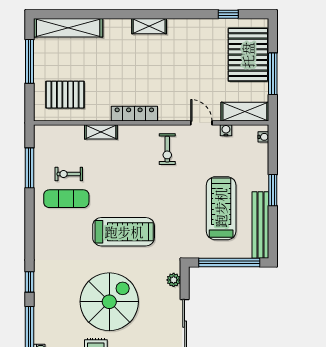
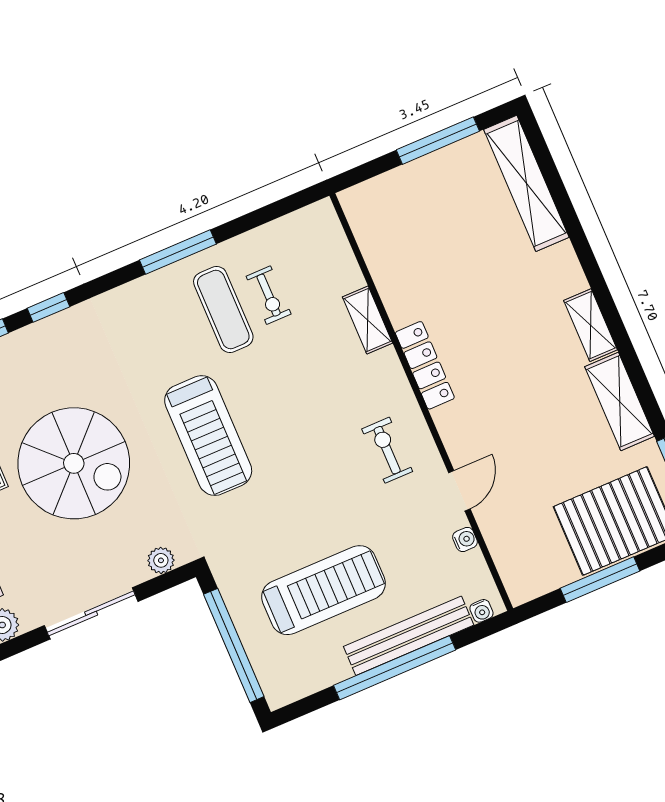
pallet: (65, 95) -> (406, 228), removed
shelving: (245, 112) -> (620, 401), moved
exercise bike: (167, 149) -> (387, 450), turned 90
window: (30, 168) -> (178, 252), moved
exercise bike: (69, 174) -> (269, 295), turned 180
window: (273, 190) -> (395, 668), width x2.11
bench: (260, 225) -> (409, 636), moved

